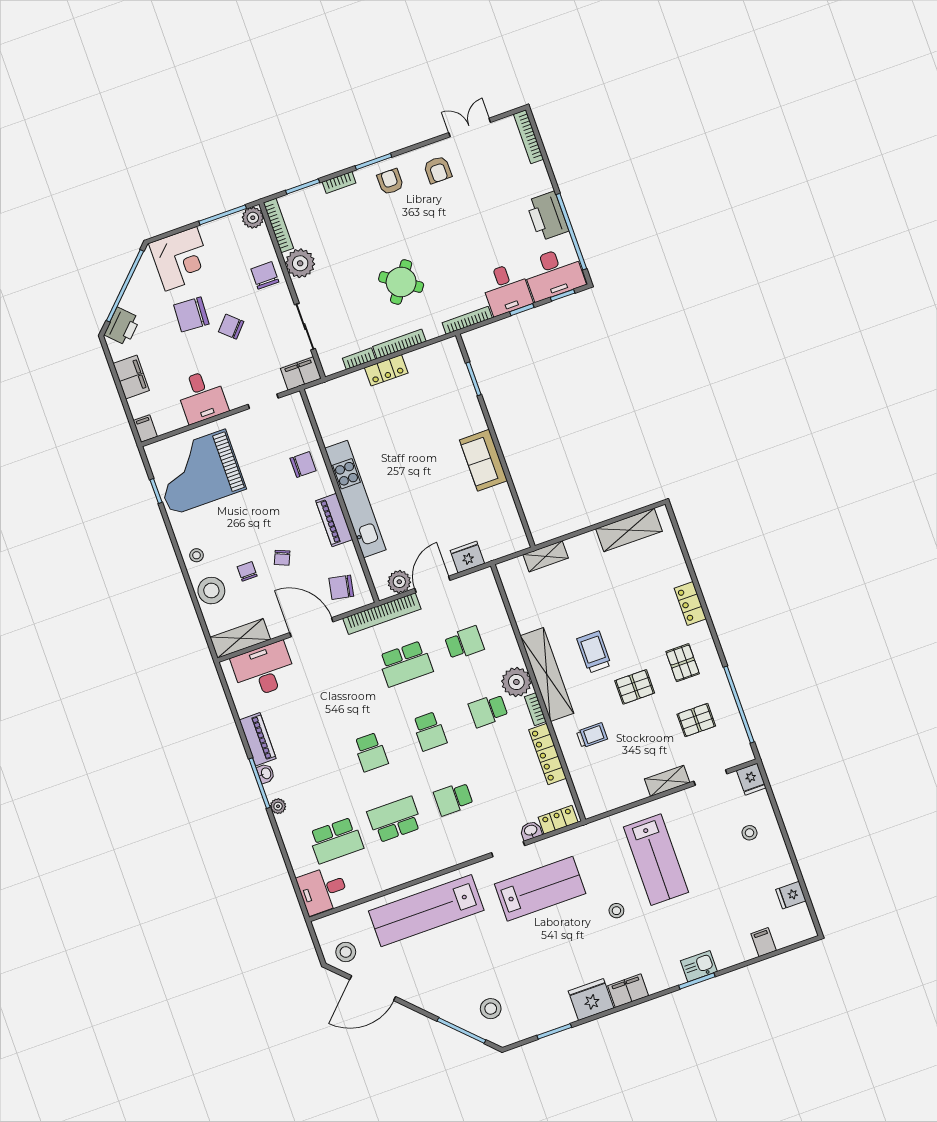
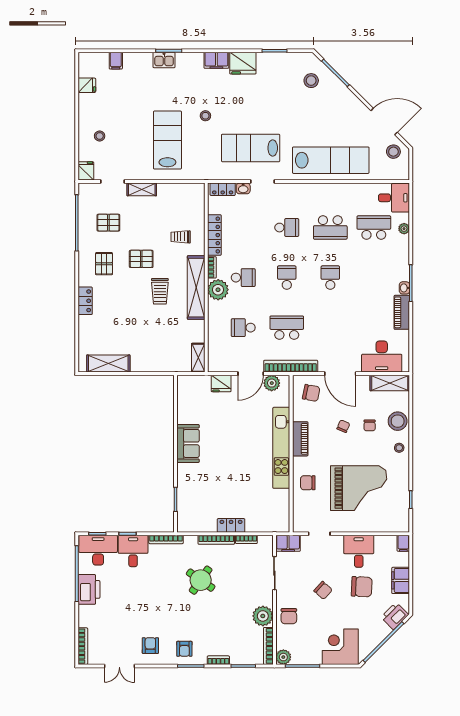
chair: (191, 314) -> (362, 587), moved
grand piano: (198, 472) -> (359, 488), moved
shelving: (546, 556) -> (198, 358), moved, turned 90
plant: (278, 806) -> (404, 229), moved

